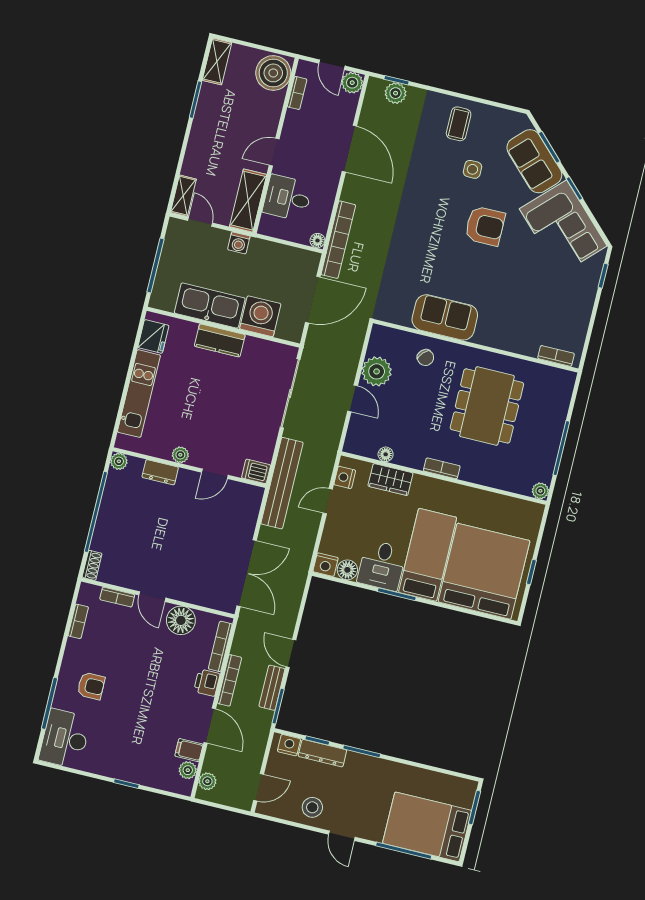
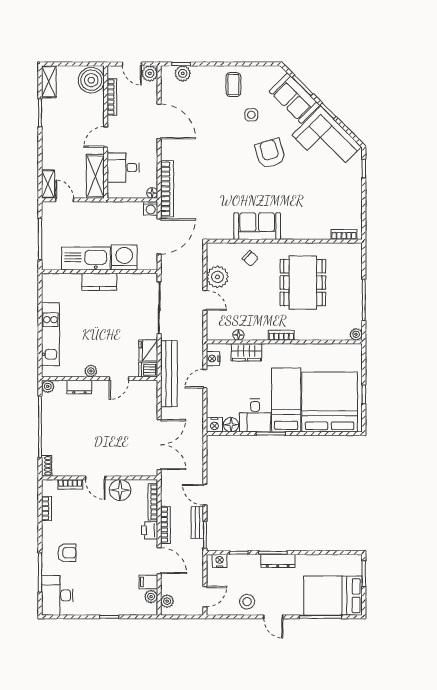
bookcase: (297, 93) -> (112, 97), width x1.56
armchair: (485, 226) -> (270, 153), turned -106
washing machine: (239, 243) -> (151, 208), moved
fridge: (153, 336) -> (148, 350), moved, turned 180
dresser: (322, 753) -> (278, 561), moved

